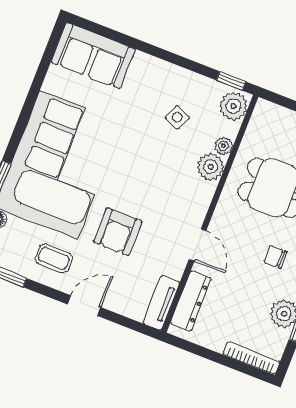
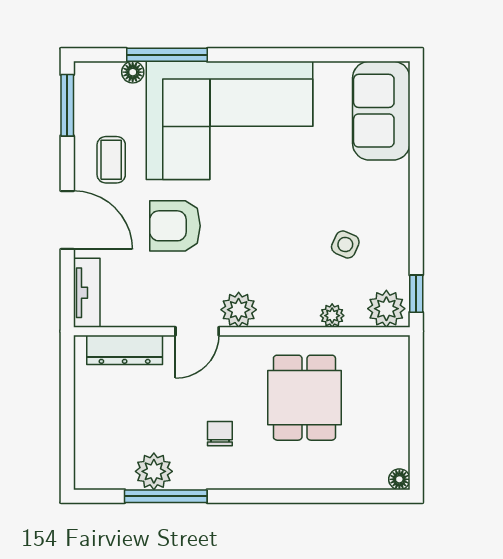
plant: (211, 167) -> (239, 310), moved
tv unit: (161, 303) -> (87, 293), moved, turned 90
door: (84, 306) -> (67, 220), width x1.38
bookcase: (251, 358) -> (83, 452), removed

